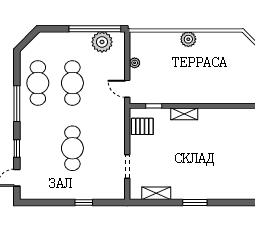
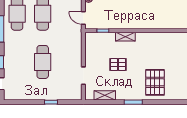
pallet: (142, 126) -> (118, 64), moved
pallet: (224, 176) -> (155, 82), added

